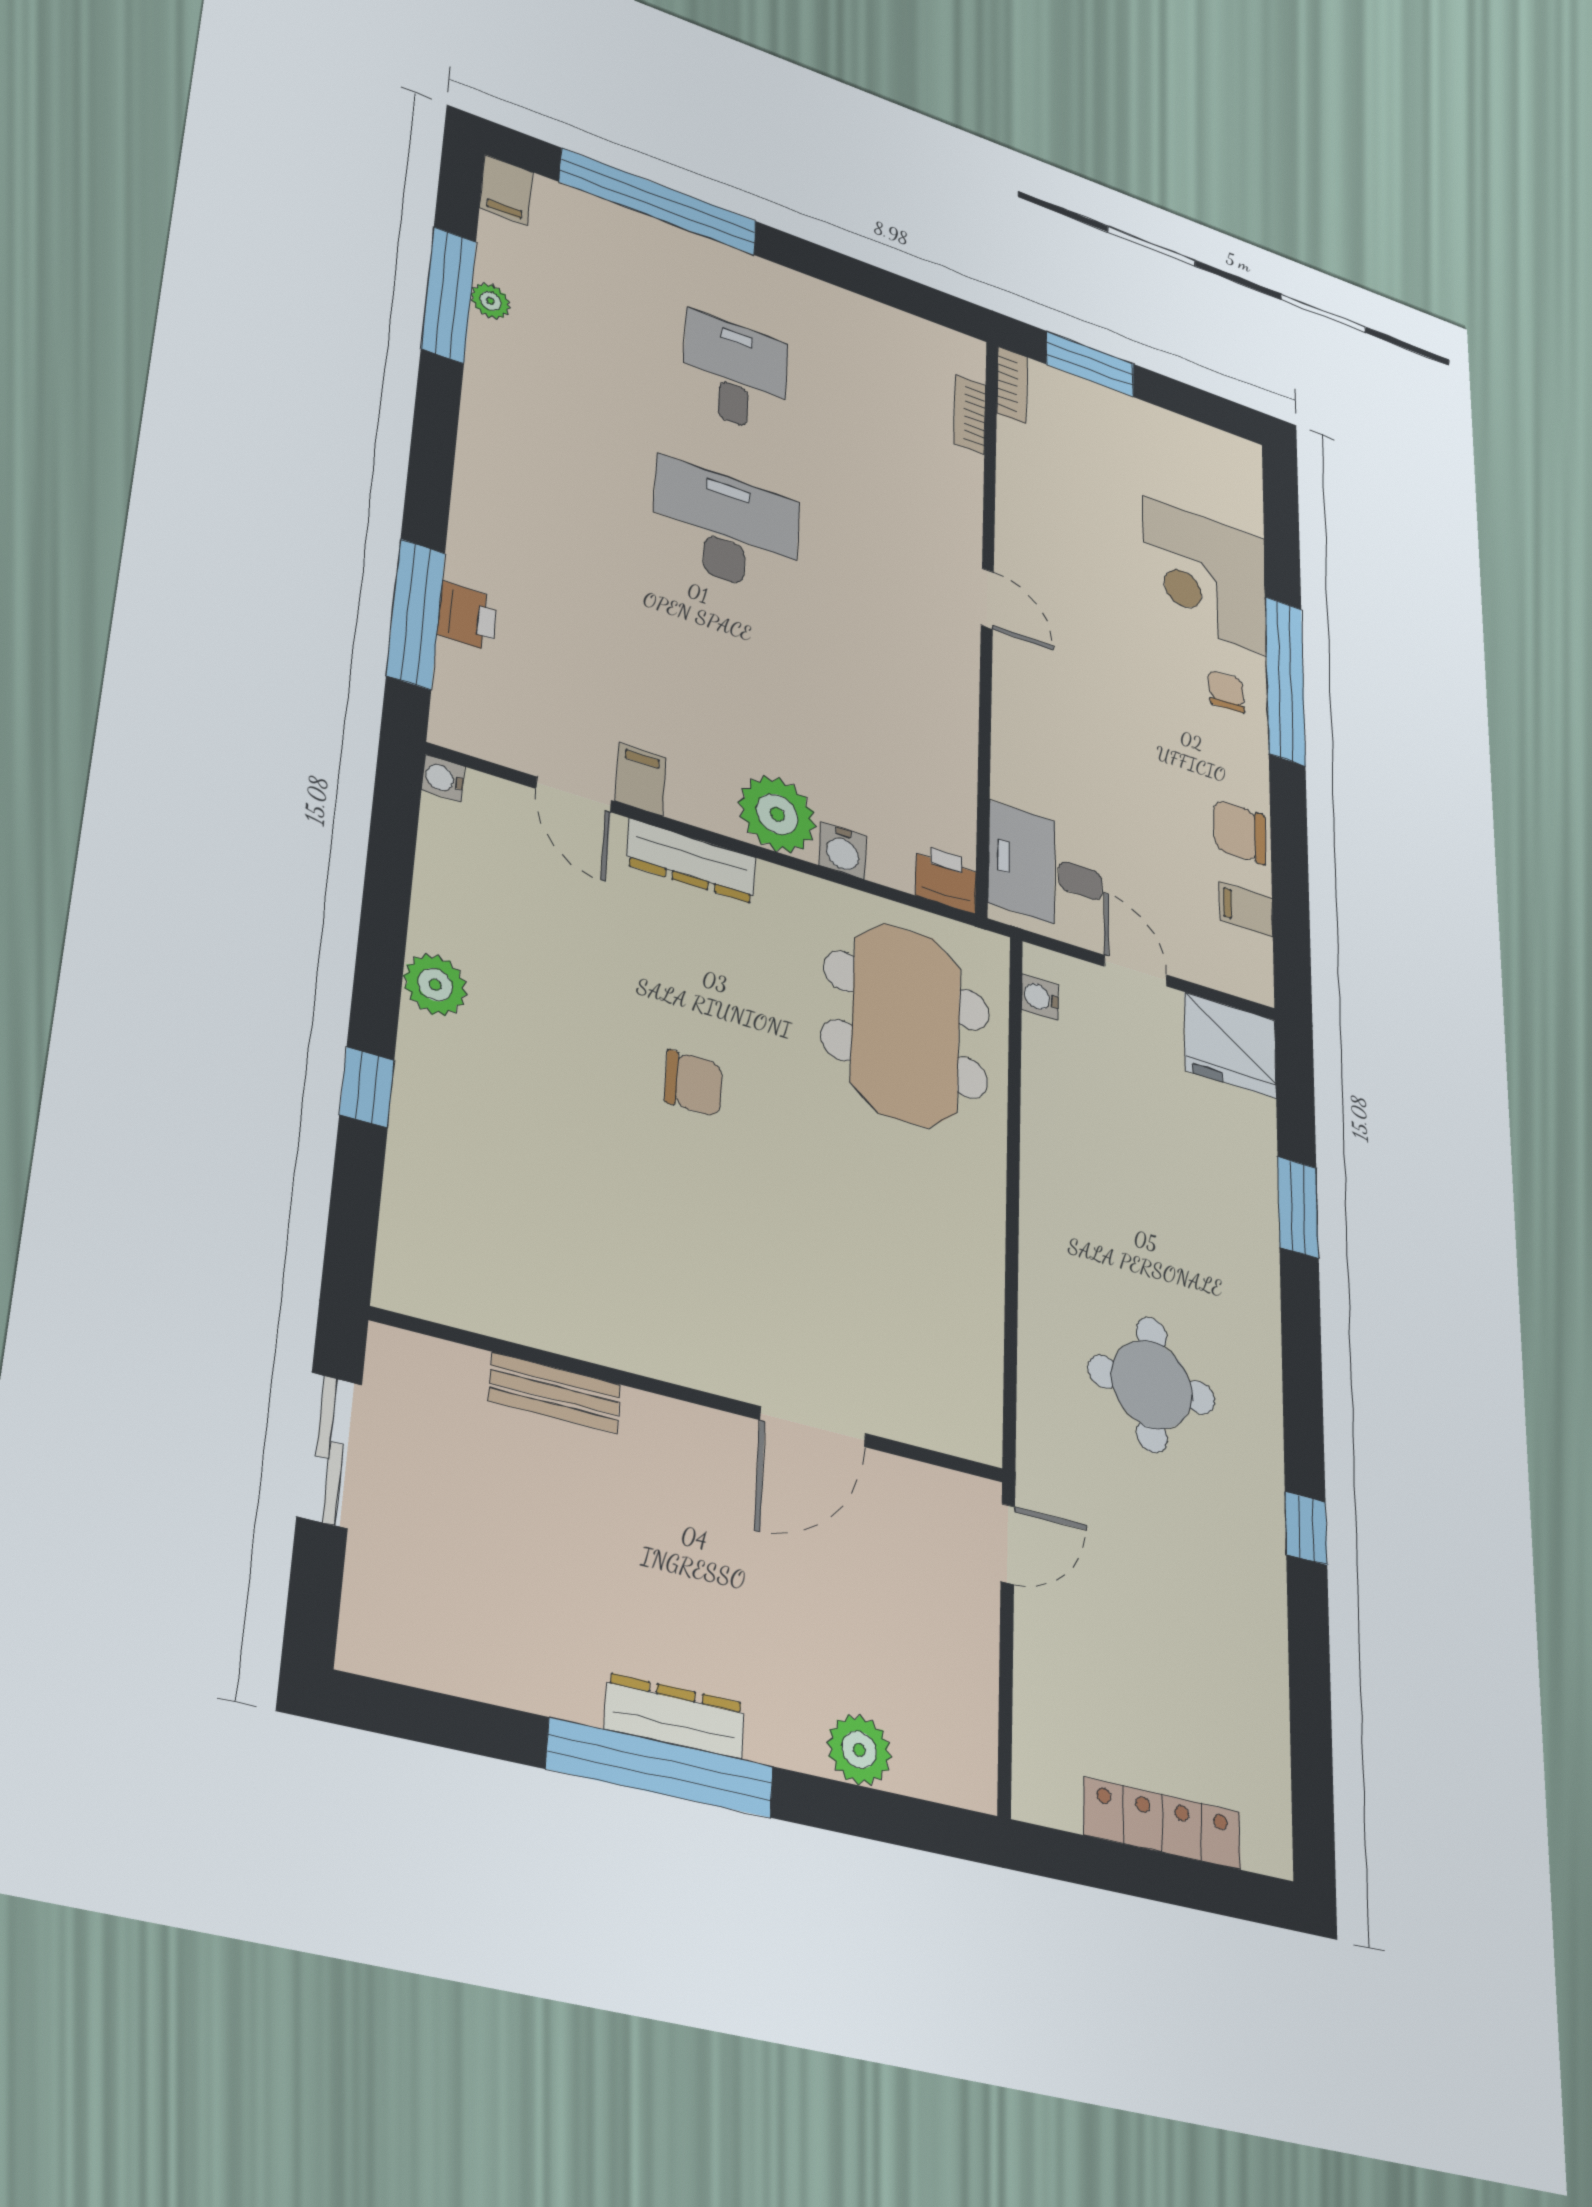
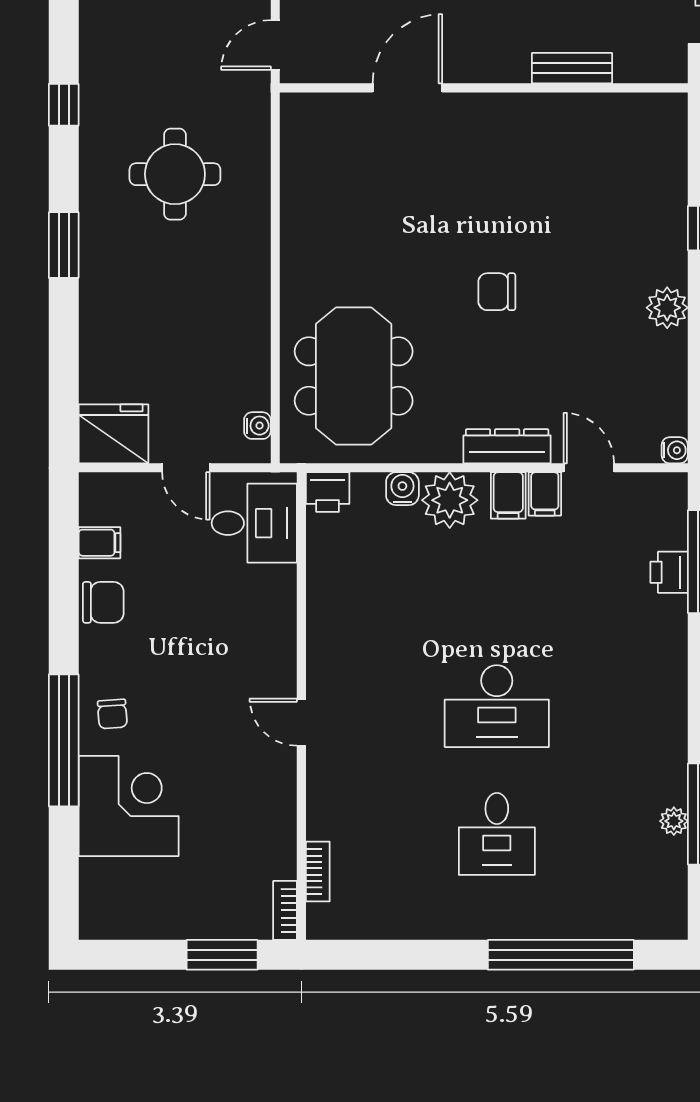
filing cabinet: (506, 190) -> (508, 495), moved, turned 180
window: (1298, 1207) -> (64, 245), moved

